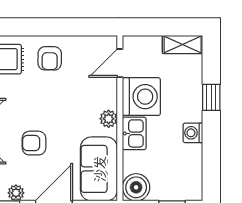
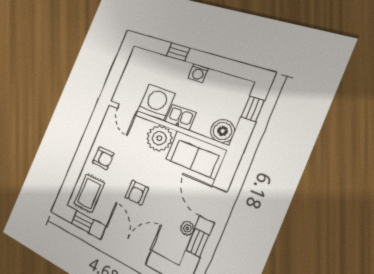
shelving: (183, 44) -> (134, 61), removed
plant: (109, 119) -> (159, 138), width x1.87, depth x1.87
armchair: (34, 143) -> (137, 193), moved

